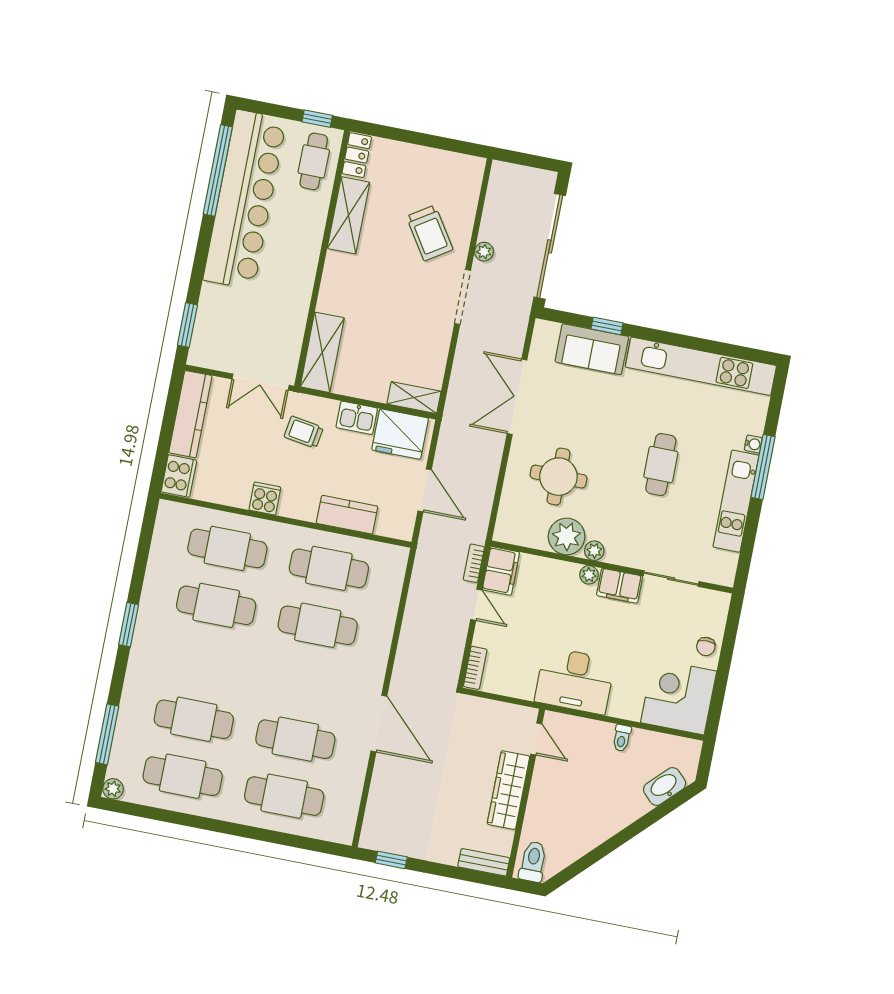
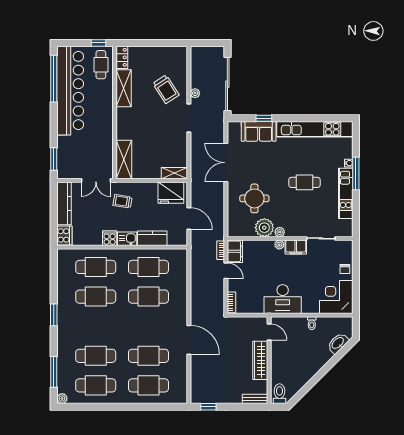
kitchen sink: (357, 418) -> (127, 239), moved, turned 180
cafe table: (661, 465) -> (305, 182), turned 90

